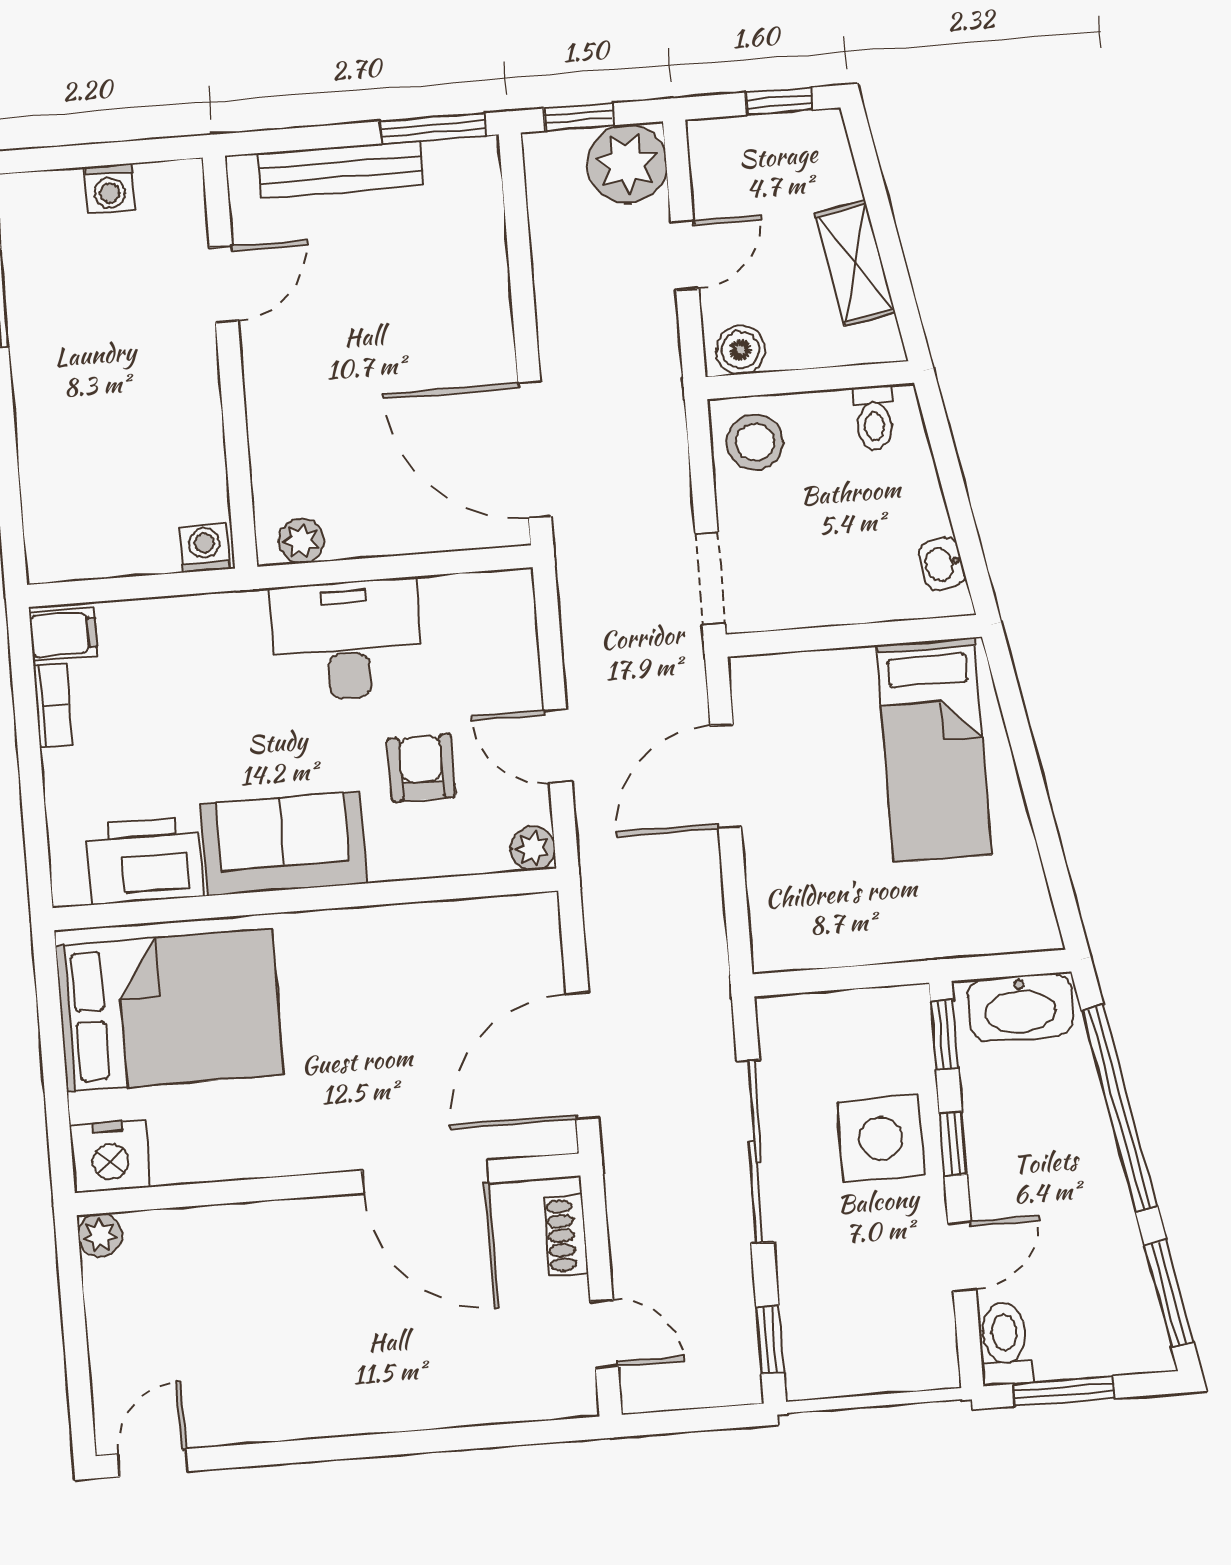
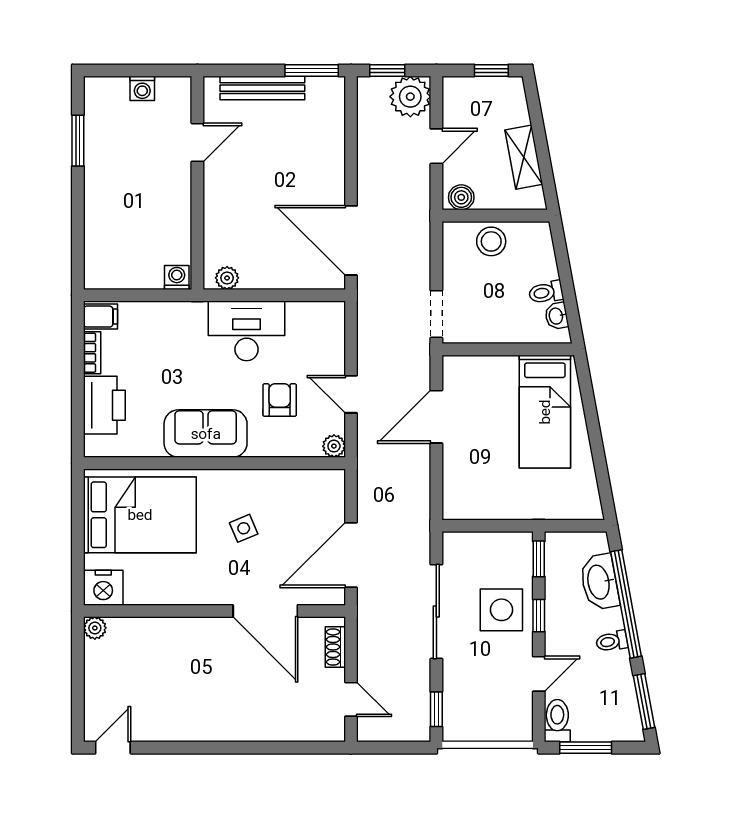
toilet: (874, 418) -> (546, 292), moved, turned 80
stool: (755, 442) -> (491, 241), moved
printer: (144, 861) -> (104, 405), moved, turned 90
washbasin: (1020, 1007) -> (599, 582), moved, turned 80
side table: (371, 1020) -> (244, 528), added
toilet: (1098, 1182) -> (612, 641), added

